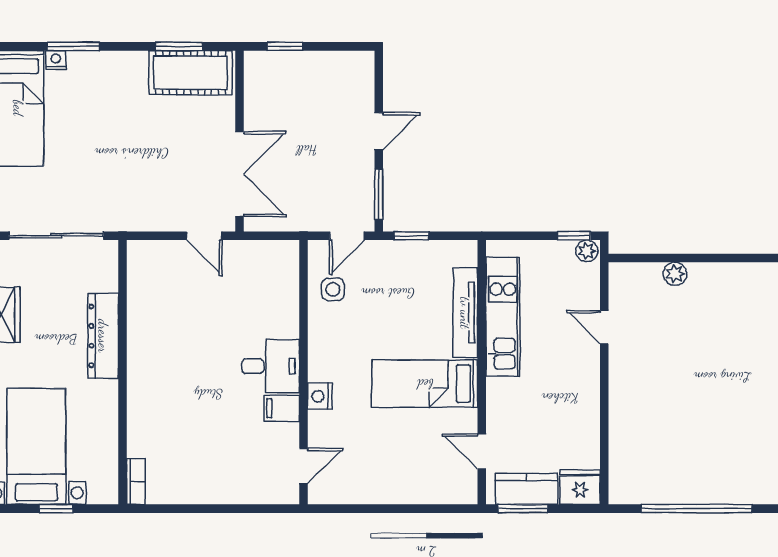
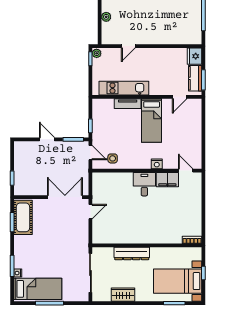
tv unit: (465, 313) -> (128, 104), width x0.71
filing cabinet: (282, 408) -> (167, 180), width x2.00

